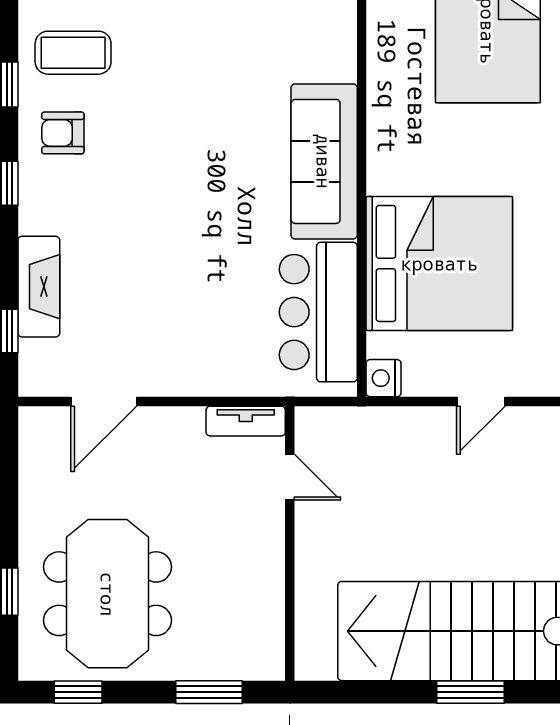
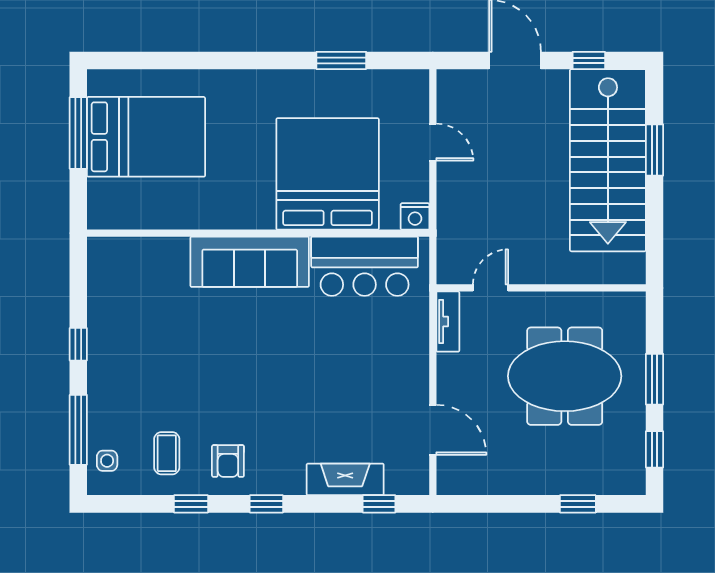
coffee table: (73, 53) -> (167, 453), width x0.73, depth x0.77
meeting table: (108, 594) -> (565, 376), moved
window: (209, 692) -> (655, 379), moved

